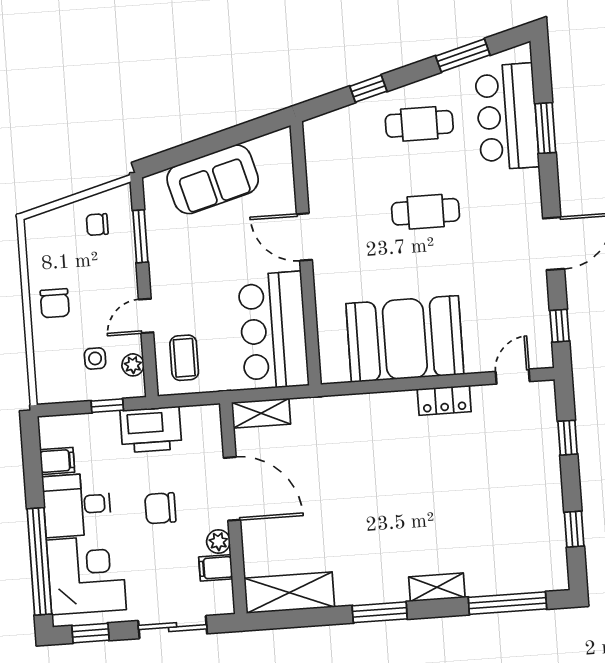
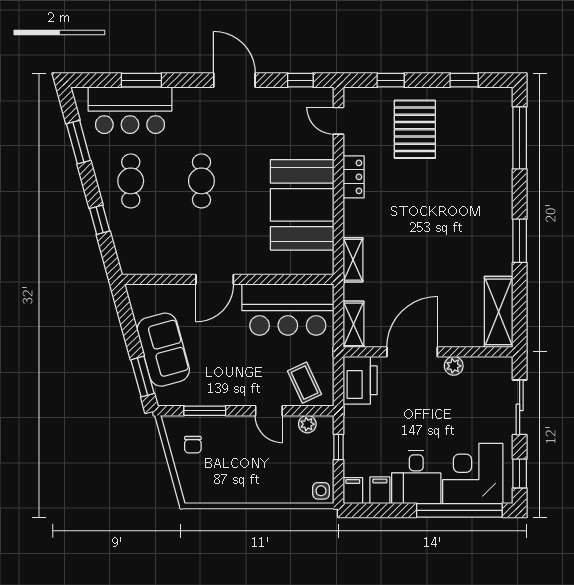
window: (177, 156) -> (142, 377), added
chair: (55, 303) -> (253, 483), removed
side table: (95, 358) -> (321, 491), moved
coffee table: (184, 358) -> (305, 383), turned 65
printer: (151, 430) -> (360, 380), moved
pallet: (509, 472) -> (415, 129), added
chair: (160, 508) -> (424, 410), removed
filing cabinet: (216, 568) -> (353, 491), moved, turned 180
shelving: (437, 587) -> (353, 260), moved

